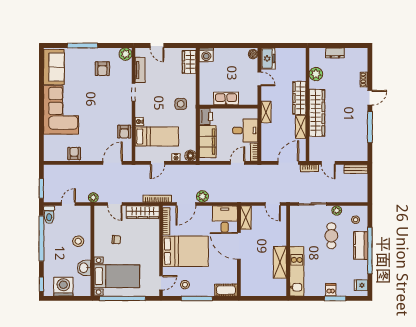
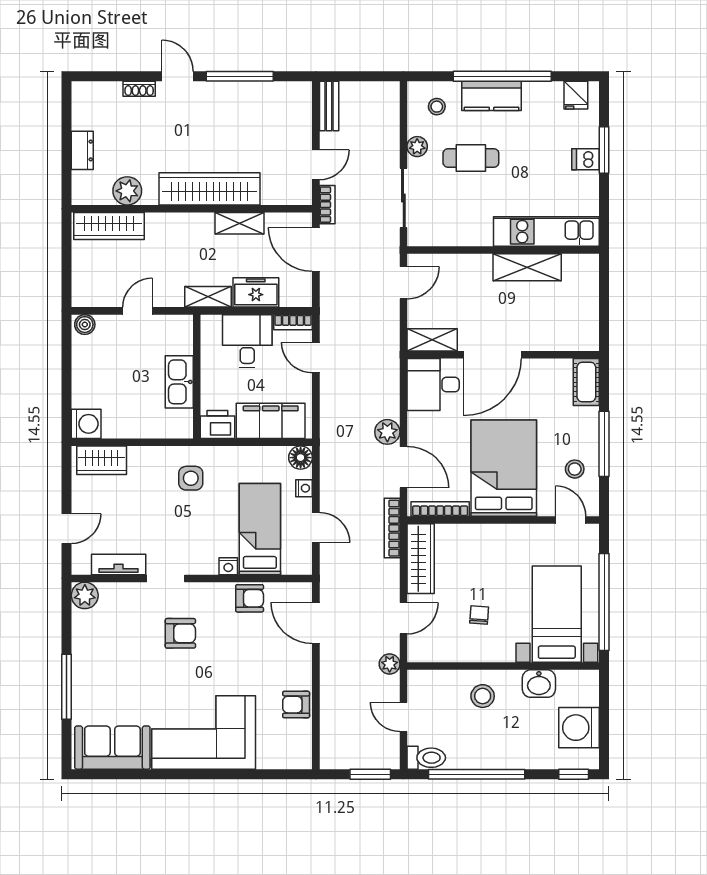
freezer: (268, 58) -> (256, 292), moved
armchair: (102, 69) -> (180, 633), moved
wardrobe: (299, 98) -> (109, 226), moved

